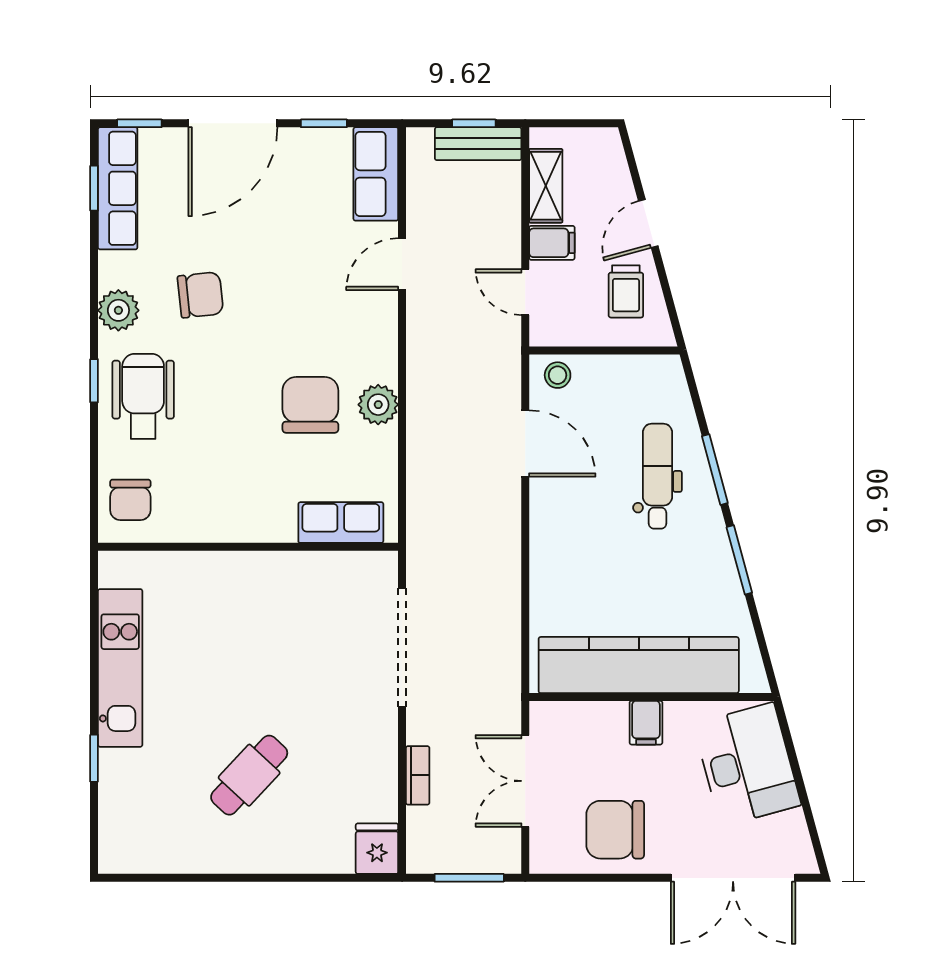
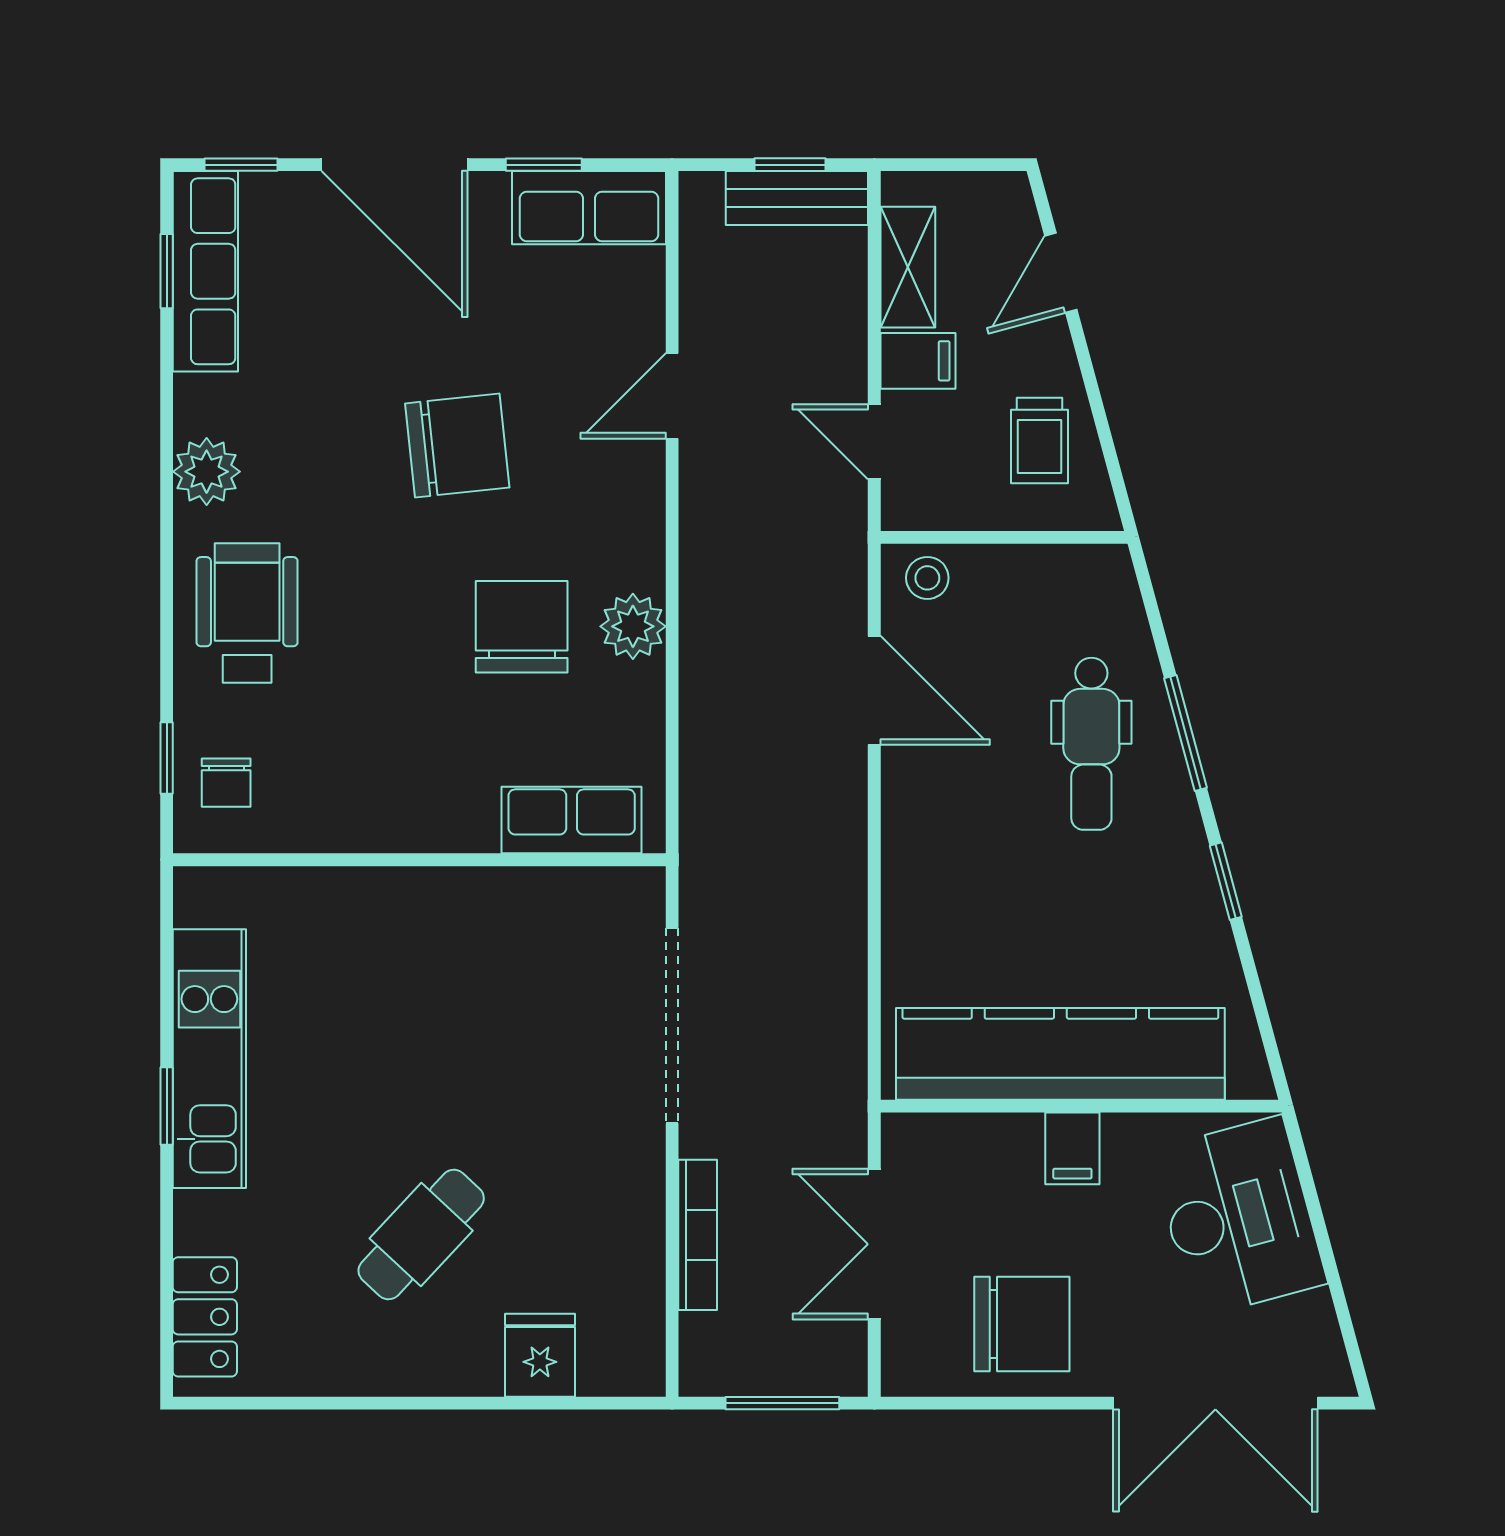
door: (233, 123) -> (395, 165), hinge flipped
row of seats: (376, 174) -> (589, 208), moved, turned -90
door: (648, 224) -> (1061, 273), moved
chair: (200, 295) -> (457, 445), moved, width x1.37, depth x1.37
window: (94, 381) -> (167, 758), moved
dental chair: (658, 476) -> (1091, 744), turned 180
chair: (130, 500) -> (226, 783), width x0.73, depth x0.73
window: (739, 560) -> (1226, 881), width x0.67
window: (94, 758) -> (167, 1106), moved
bookcase: (418, 775) -> (698, 1235), width x1.56
locker: (117, 825) -> (205, 1317), added
chair: (615, 830) -> (1022, 1324), turned 180
fridge: (377, 849) -> (540, 1355), moved

